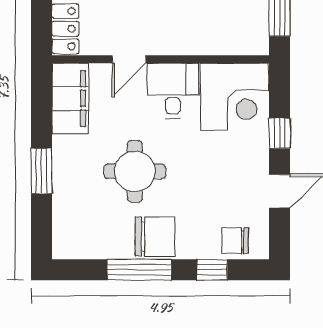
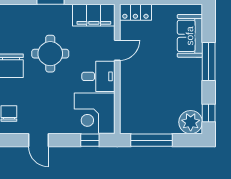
door: (129, 59) -> (117, 50), swing flipped
window: (280, 133) -> (90, 140), moved

